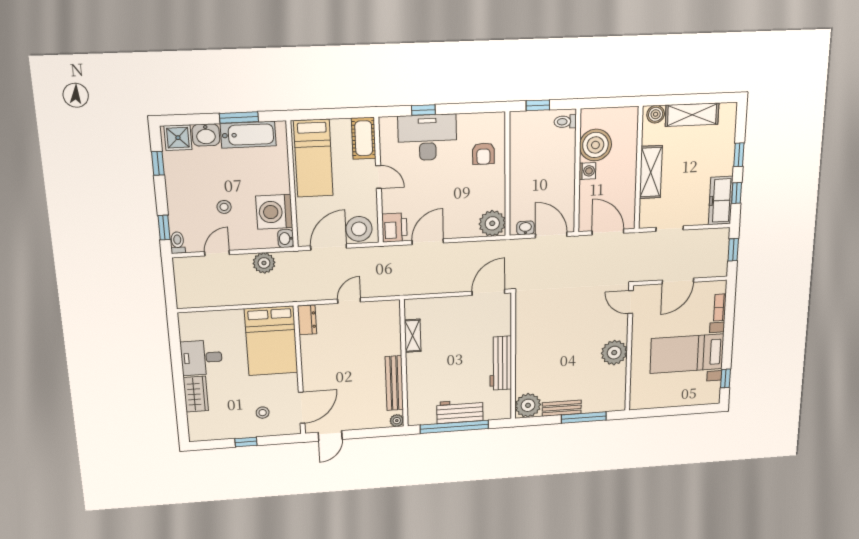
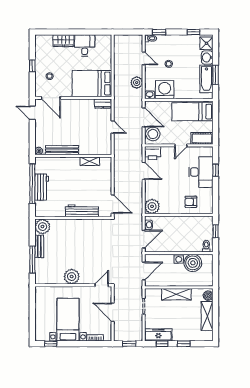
workbench: (501, 363) -> (82, 211), moved

